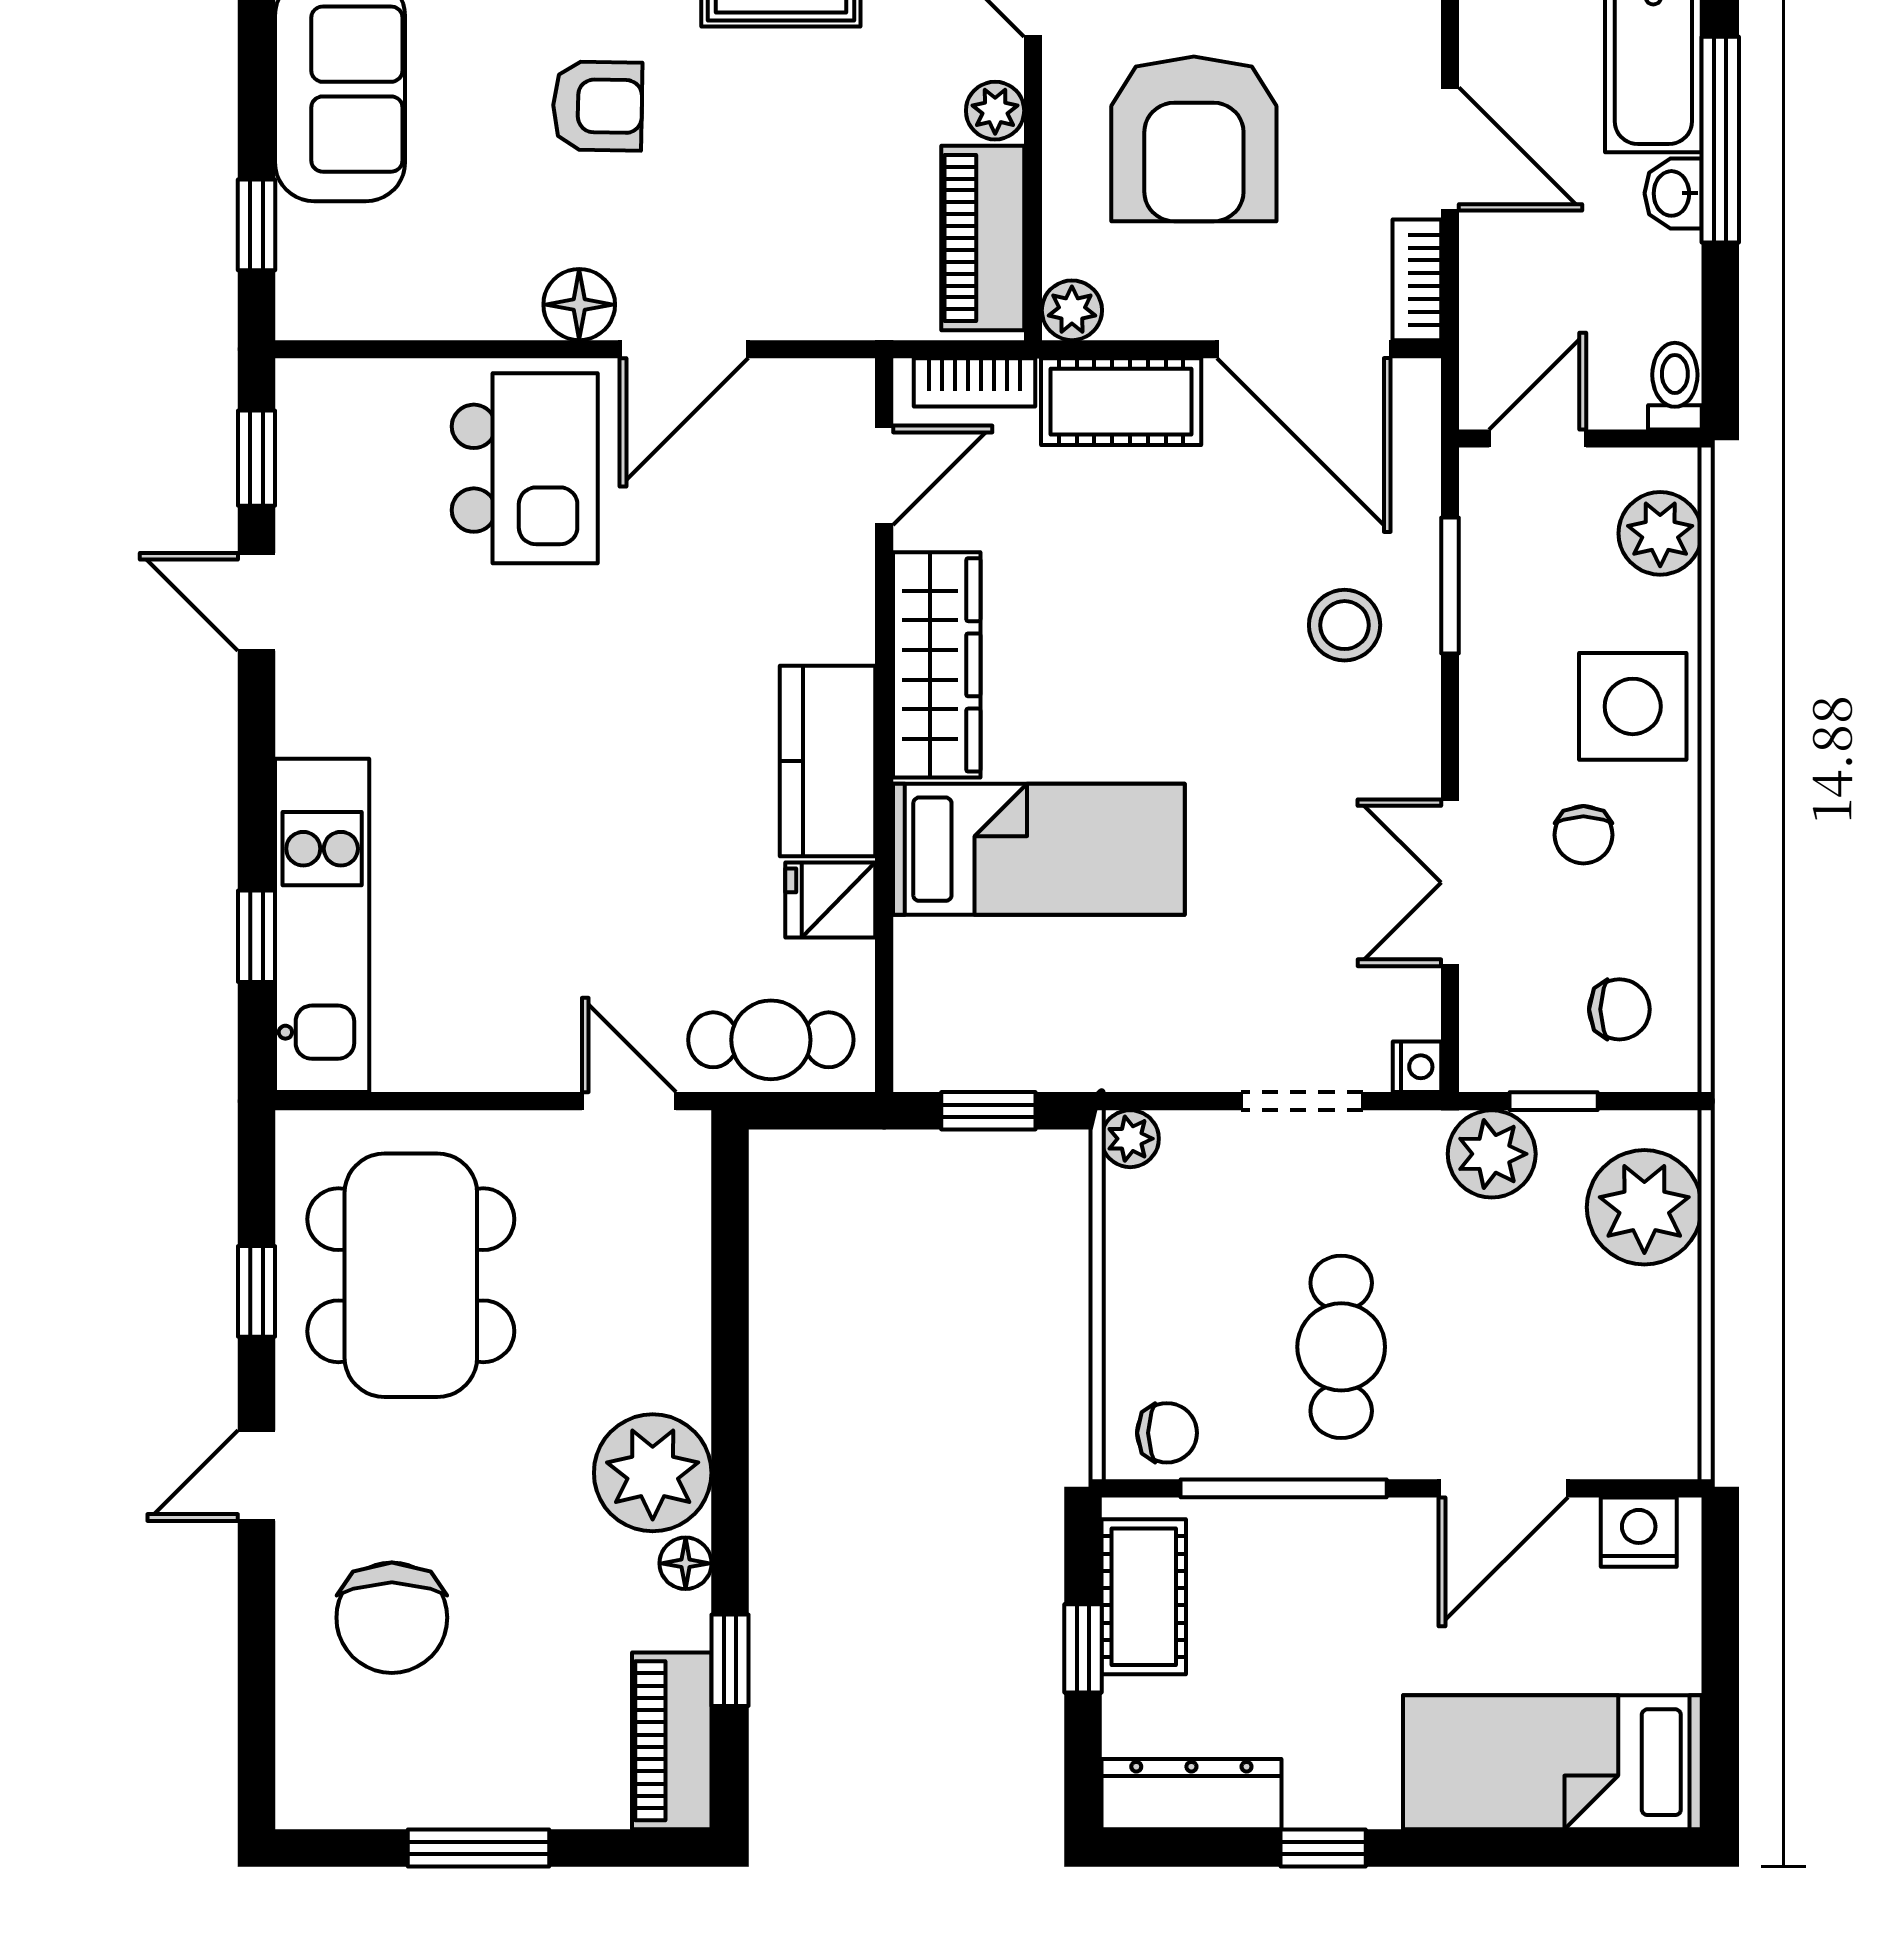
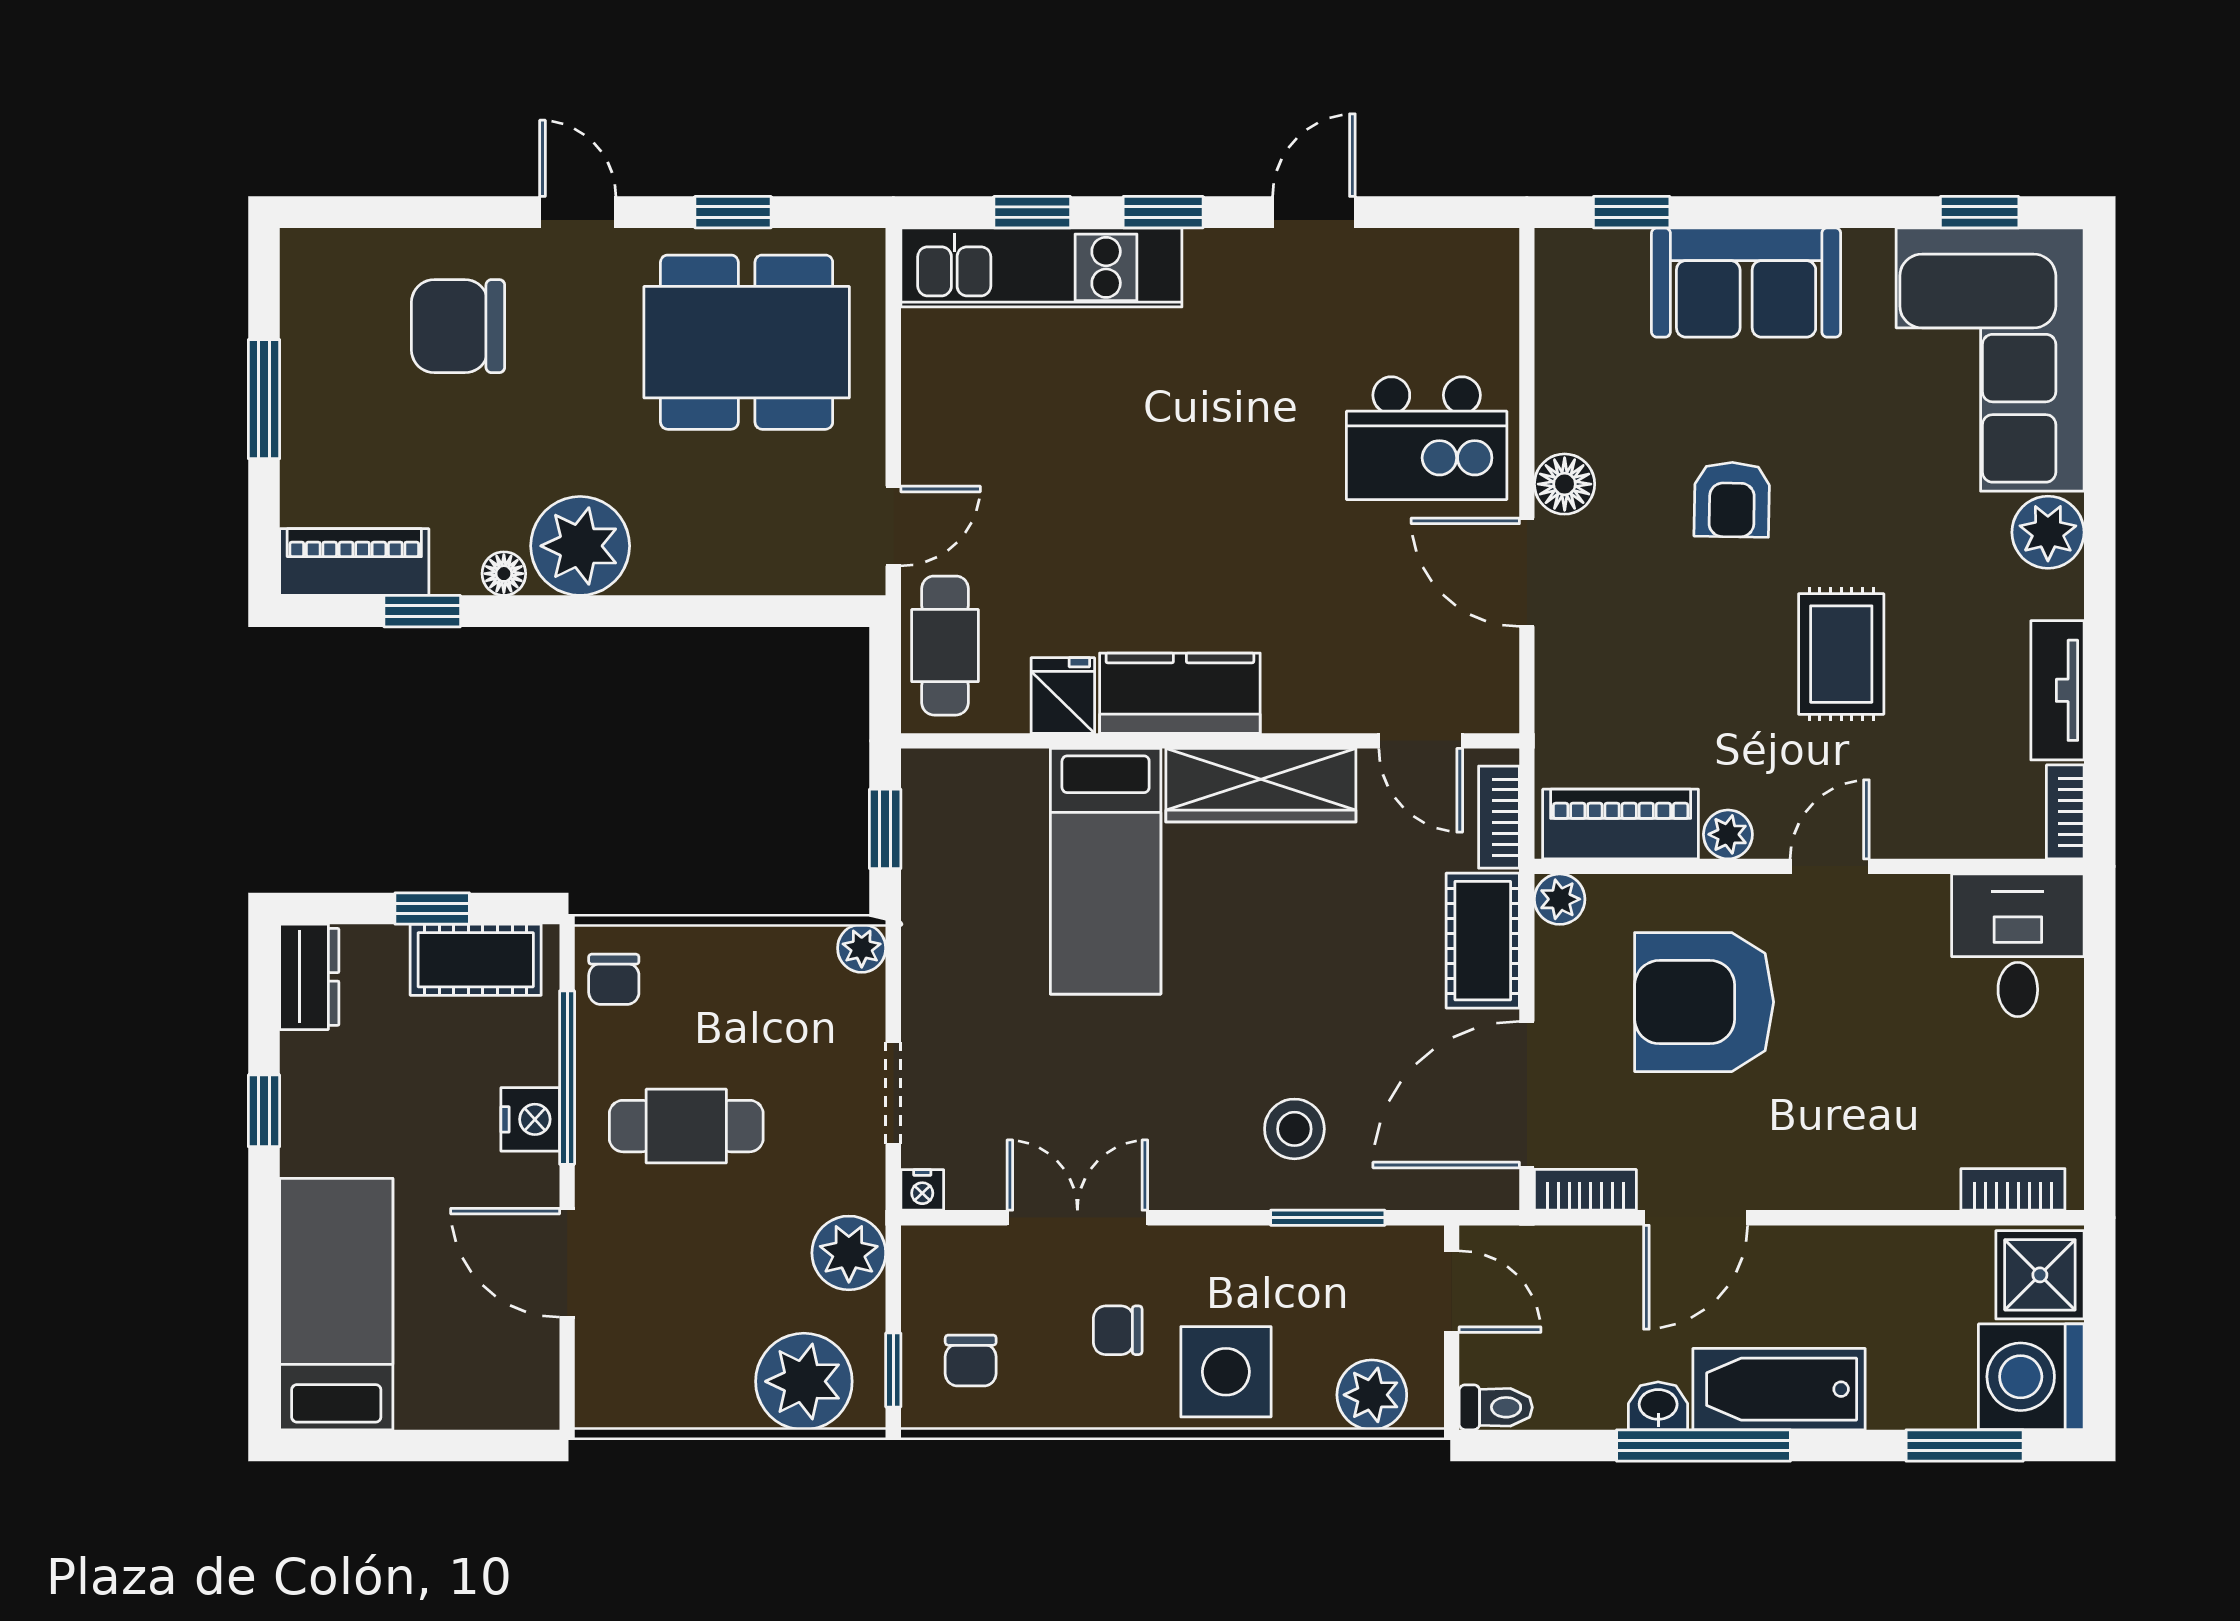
window: (256, 458) -> (1163, 212), moved
window: (1554, 1101) -> (893, 1370), moved
nightstand: (1639, 1532) -> (530, 1119), moved
dresser: (1191, 1794) -> (309, 977), width x0.70

